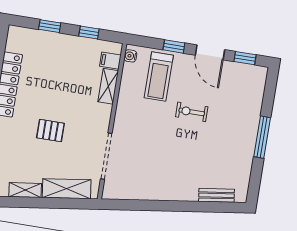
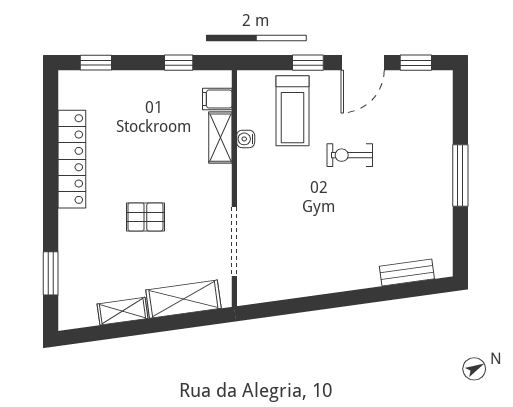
window: (50, 26) -> (96, 63), moved
door: (210, 52) -> (363, 63), hinge flipped
water cooler: (130, 56) -> (246, 139), moved

